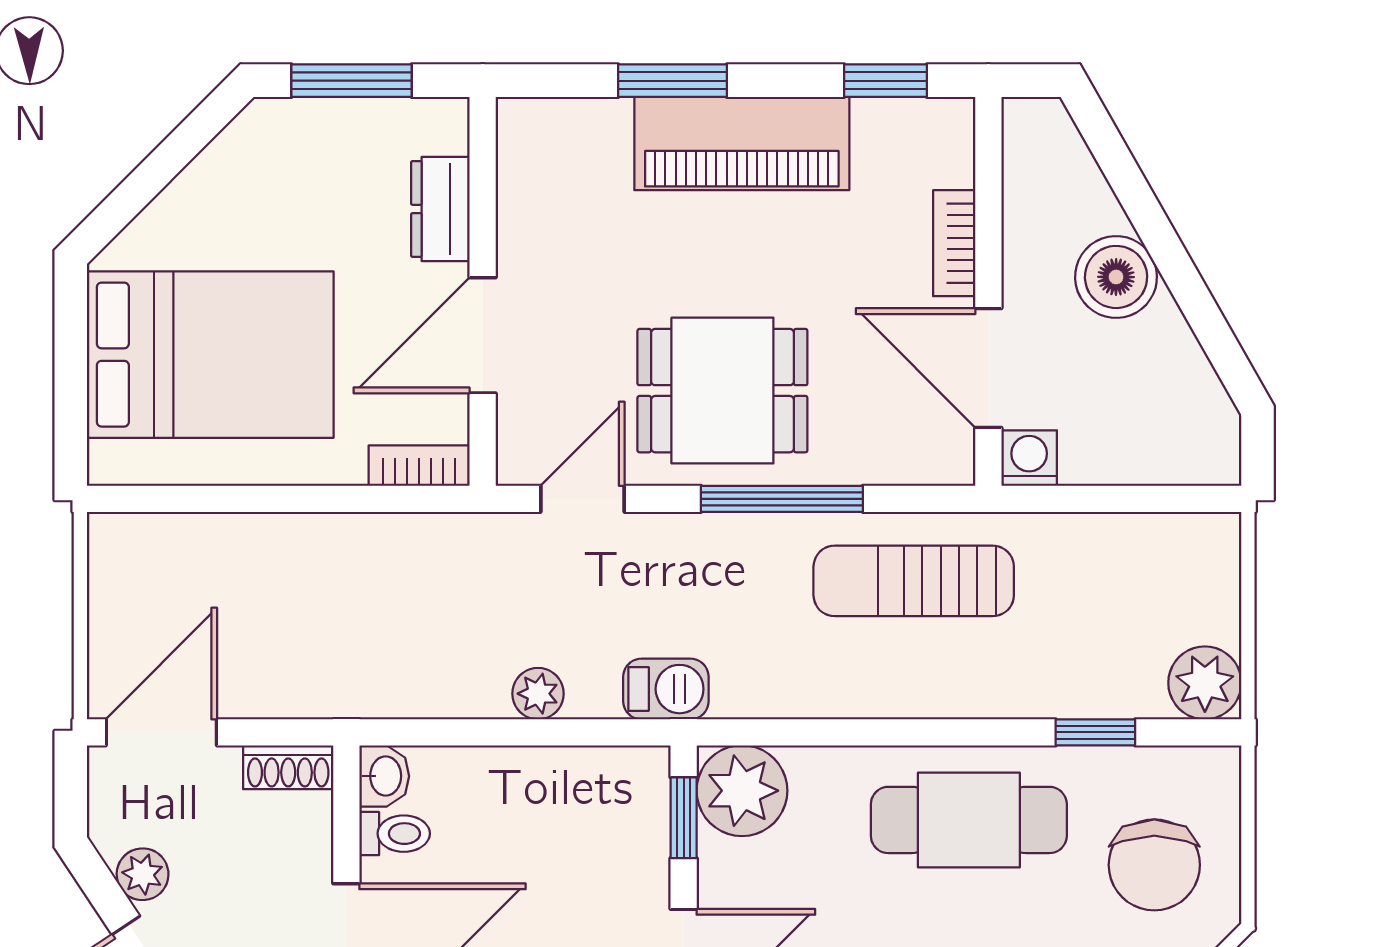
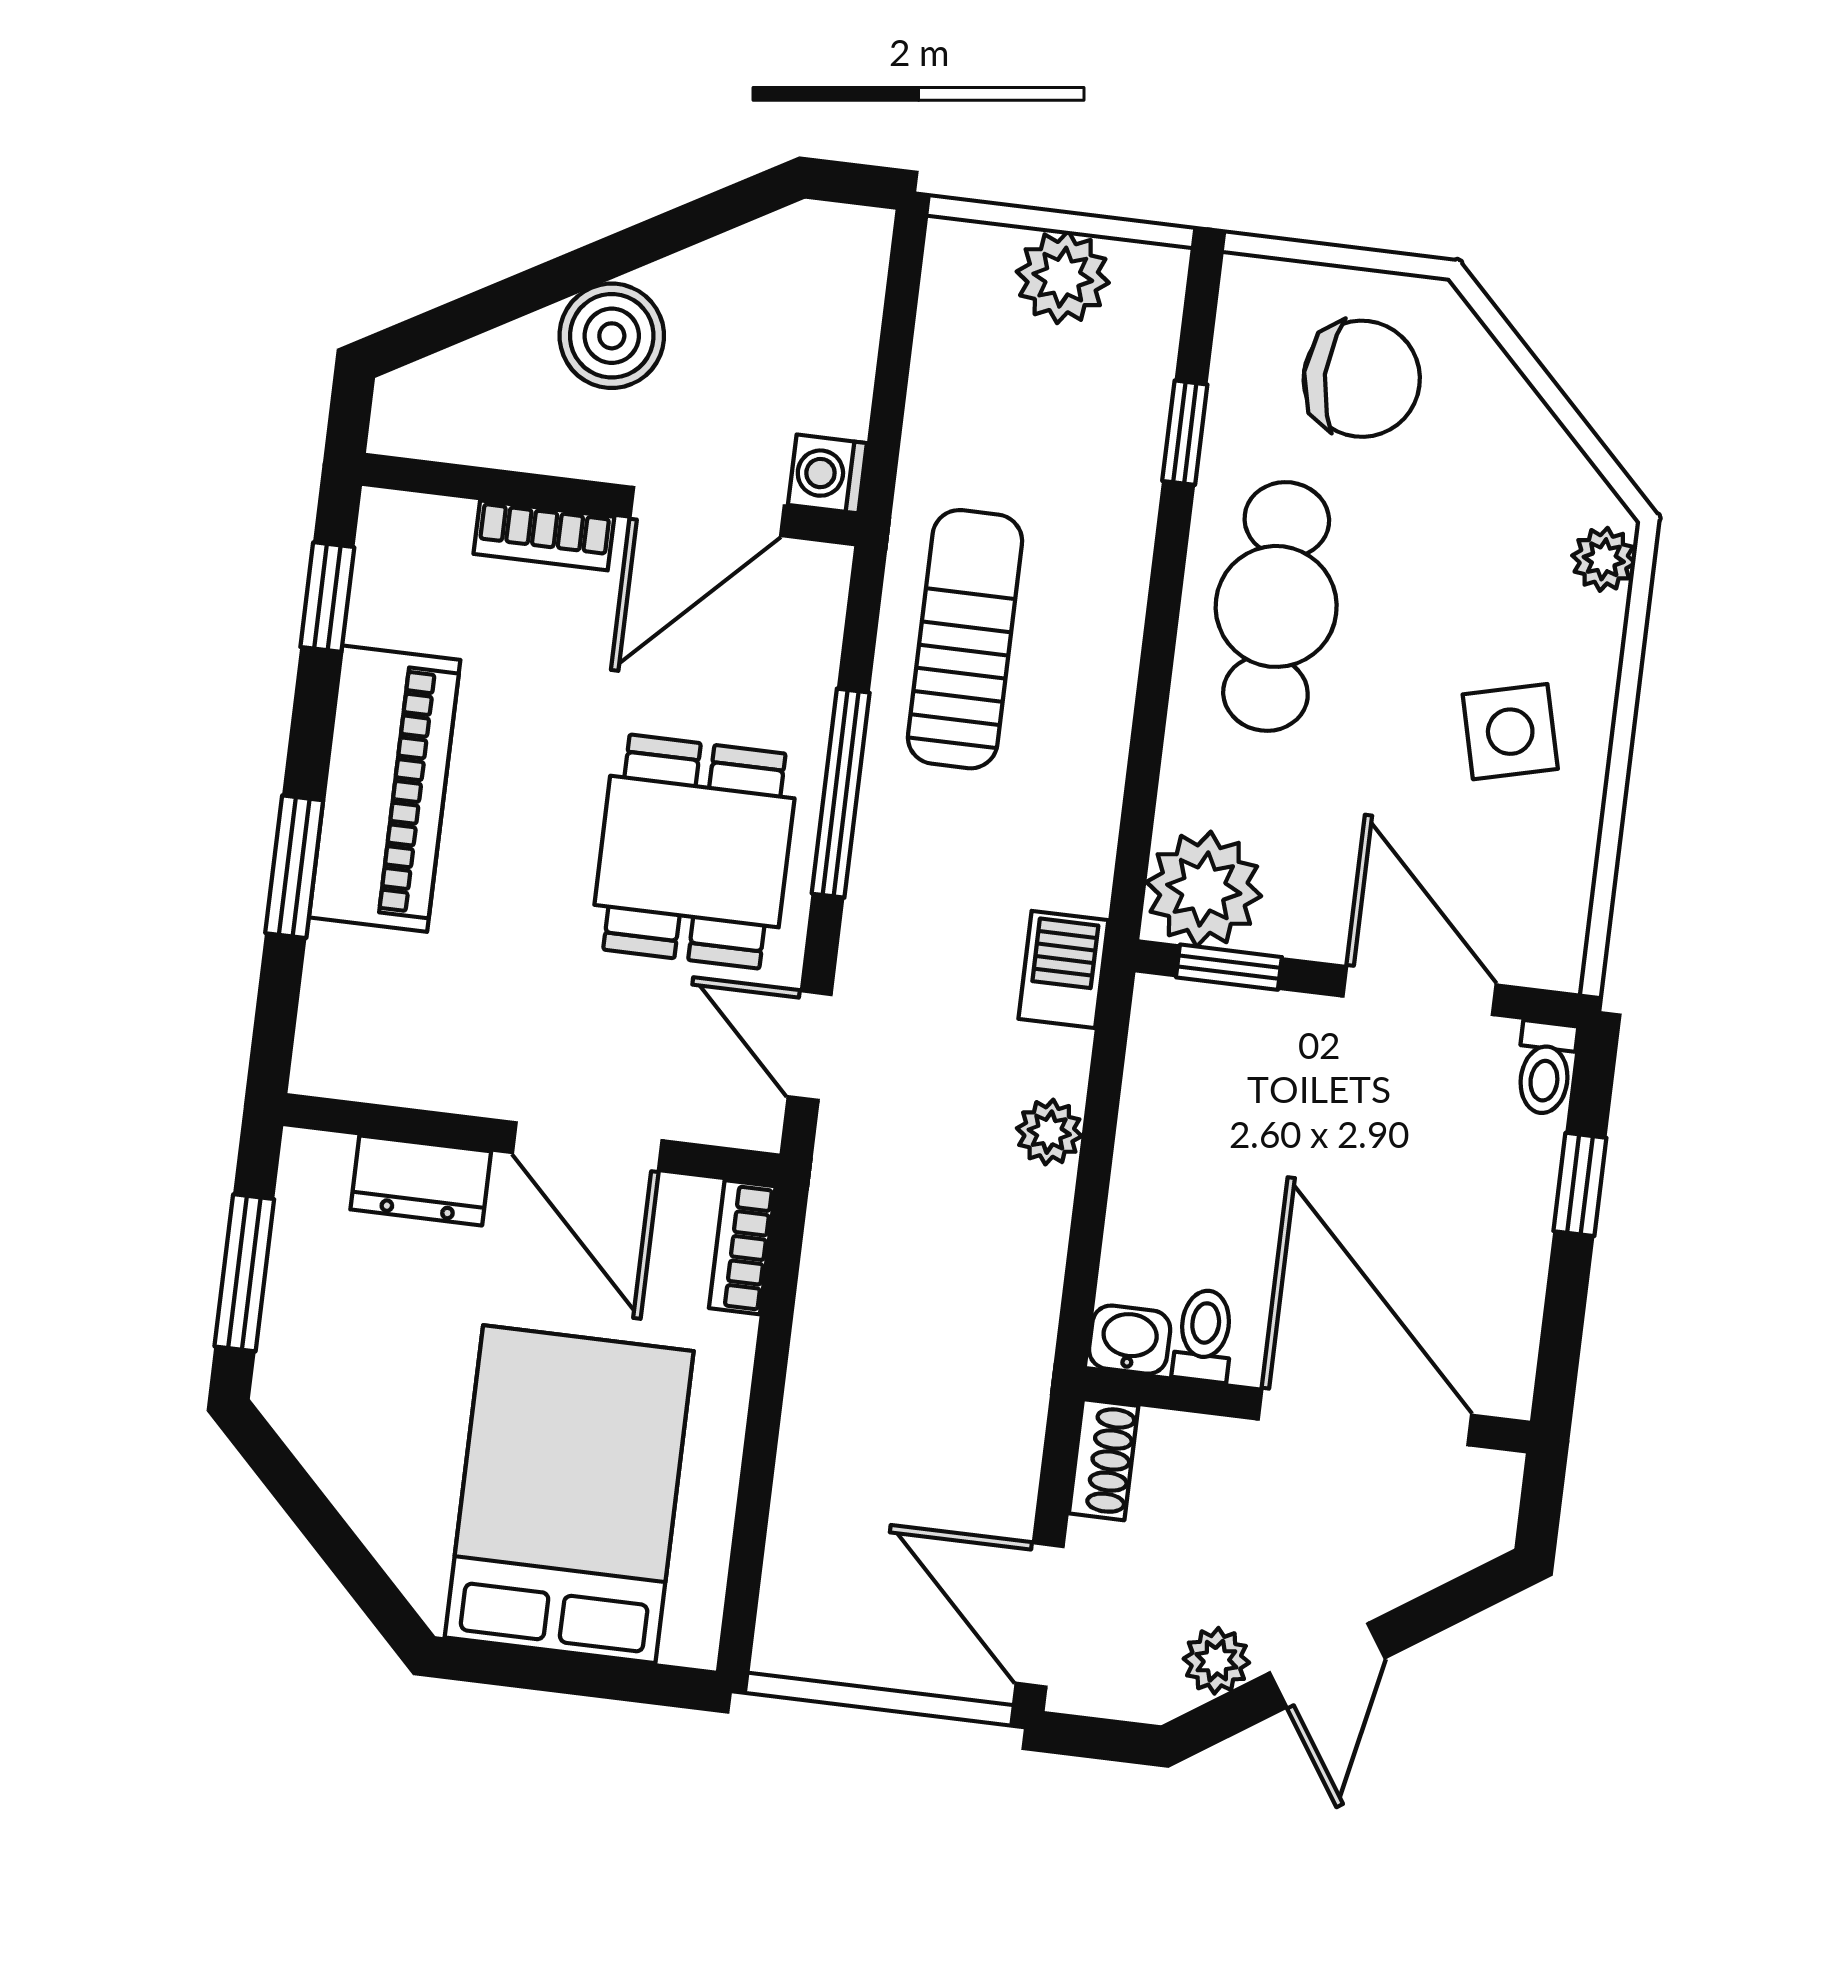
sun lounger: (914, 581) -> (965, 639), turned 180
plant: (1205, 683) -> (1063, 277), moved

